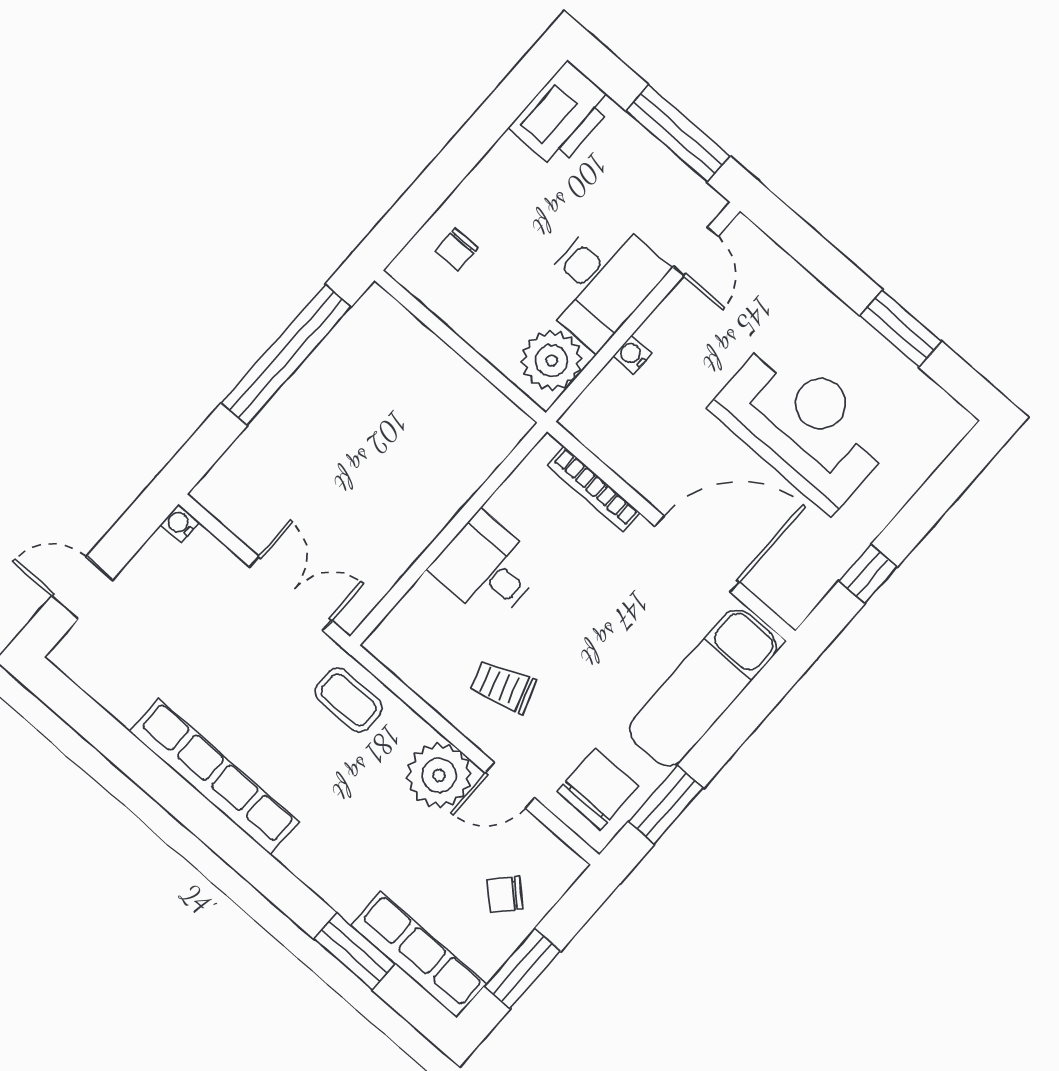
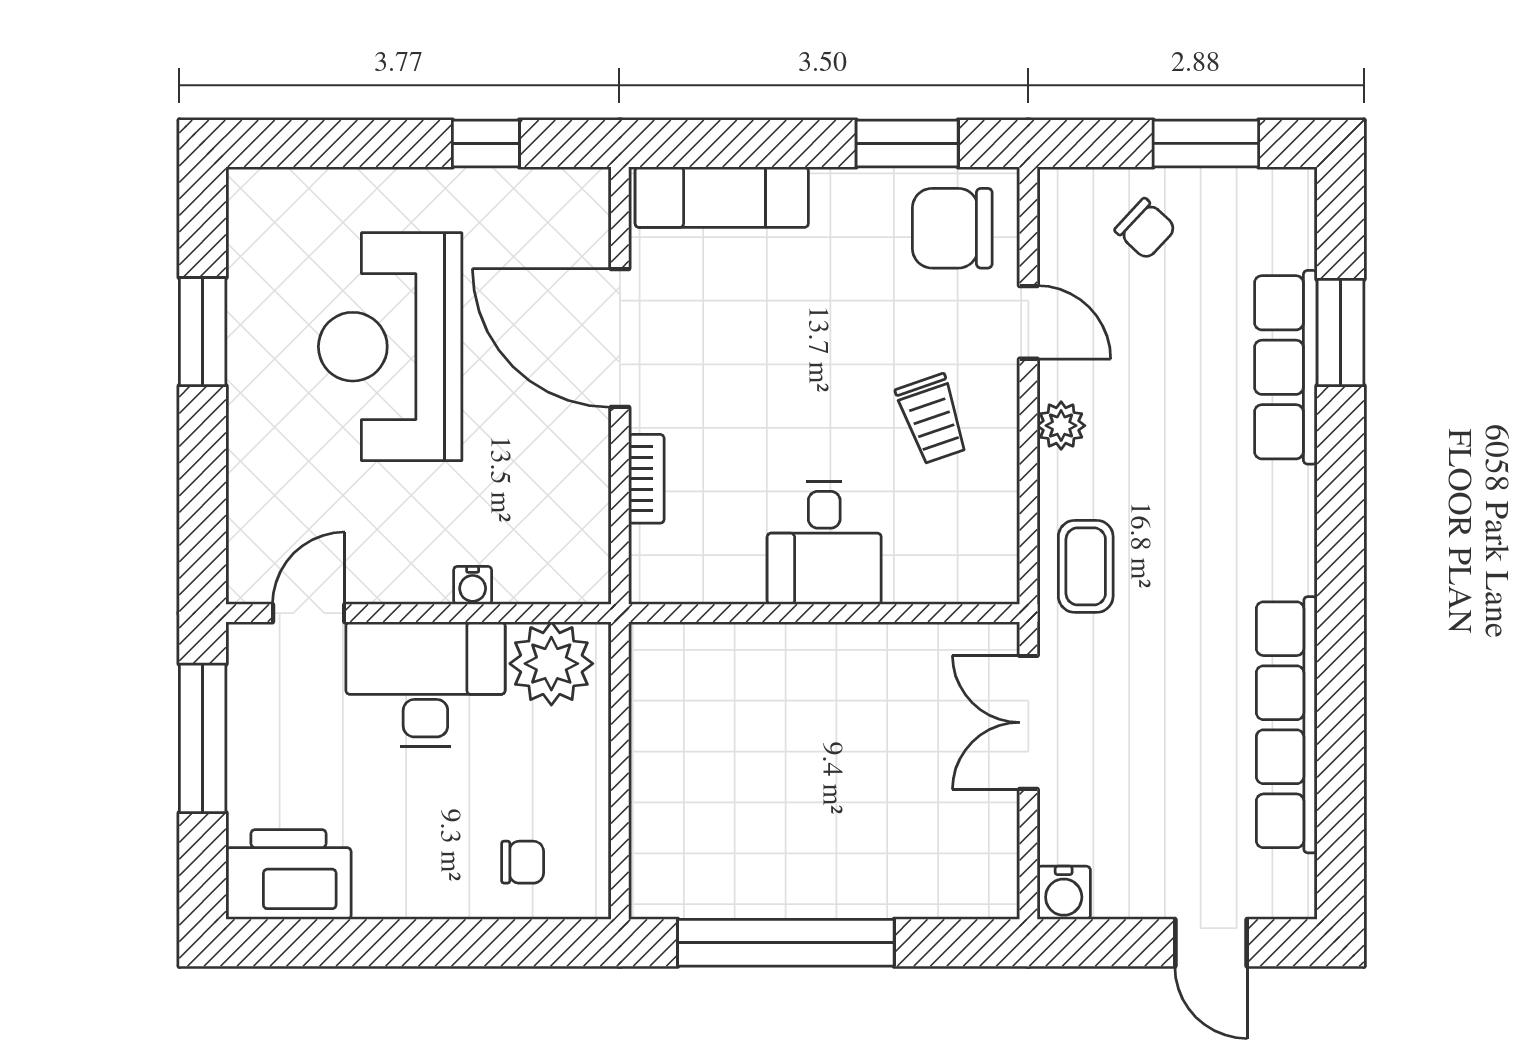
bookcase: (594, 489) -> (646, 479), width x0.64
water cooler: (180, 524) -> (1064, 893), width x1.38, depth x1.38
exam couch: (703, 688) -> (722, 197), width x0.73, depth x0.69
plant: (439, 775) -> (1061, 426), width x0.53, depth x0.53
row of seats: (214, 777) -> (1287, 725), moved
row of seats: (419, 955) -> (1286, 367), moved

